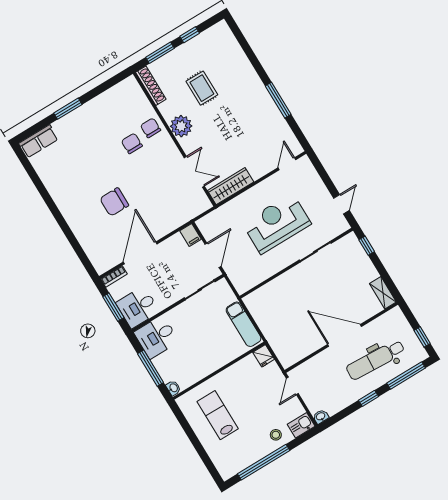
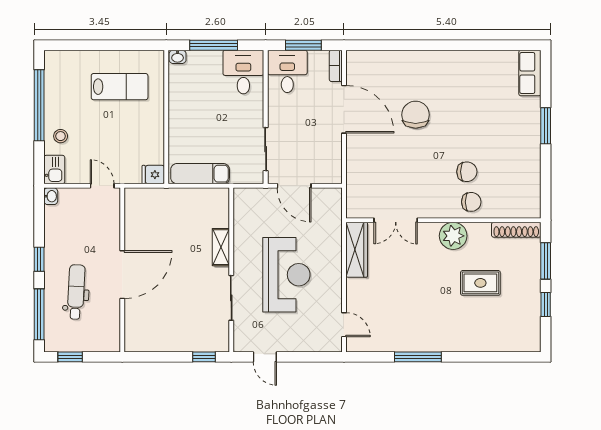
filing cabinet: (191, 235) -> (330, 175), removed
shelving: (383, 293) -> (221, 247), moved, turned 90
dental chair: (375, 360) -> (76, 292), width x0.73, depth x0.72

